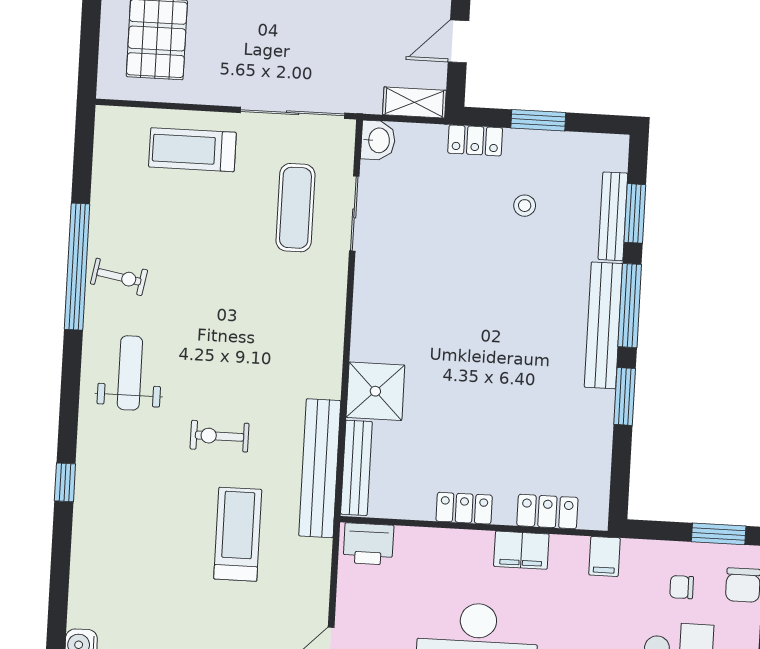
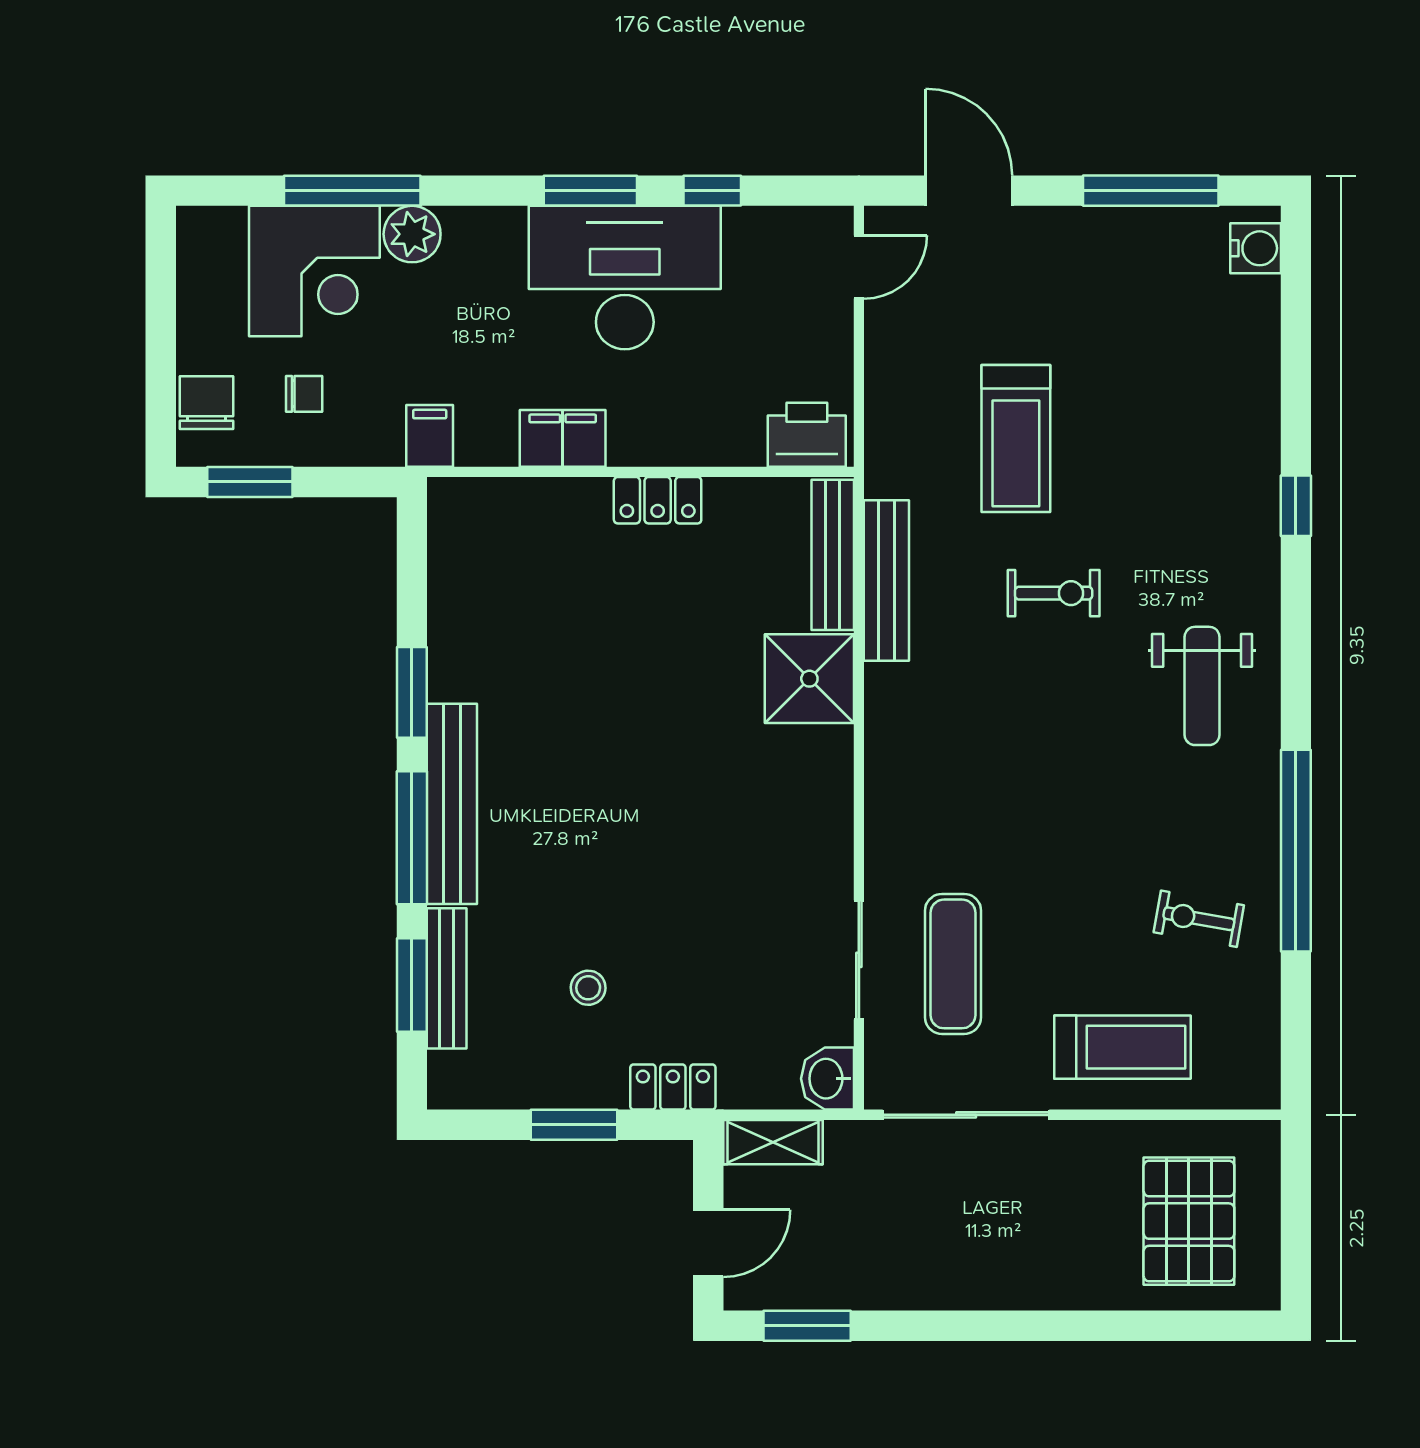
exercise bike: (119, 277) -> (1199, 919), moved
bench: (320, 468) -> (886, 581), width x0.73, depth x0.82
locker: (547, 512) -> (525, 502), removed

